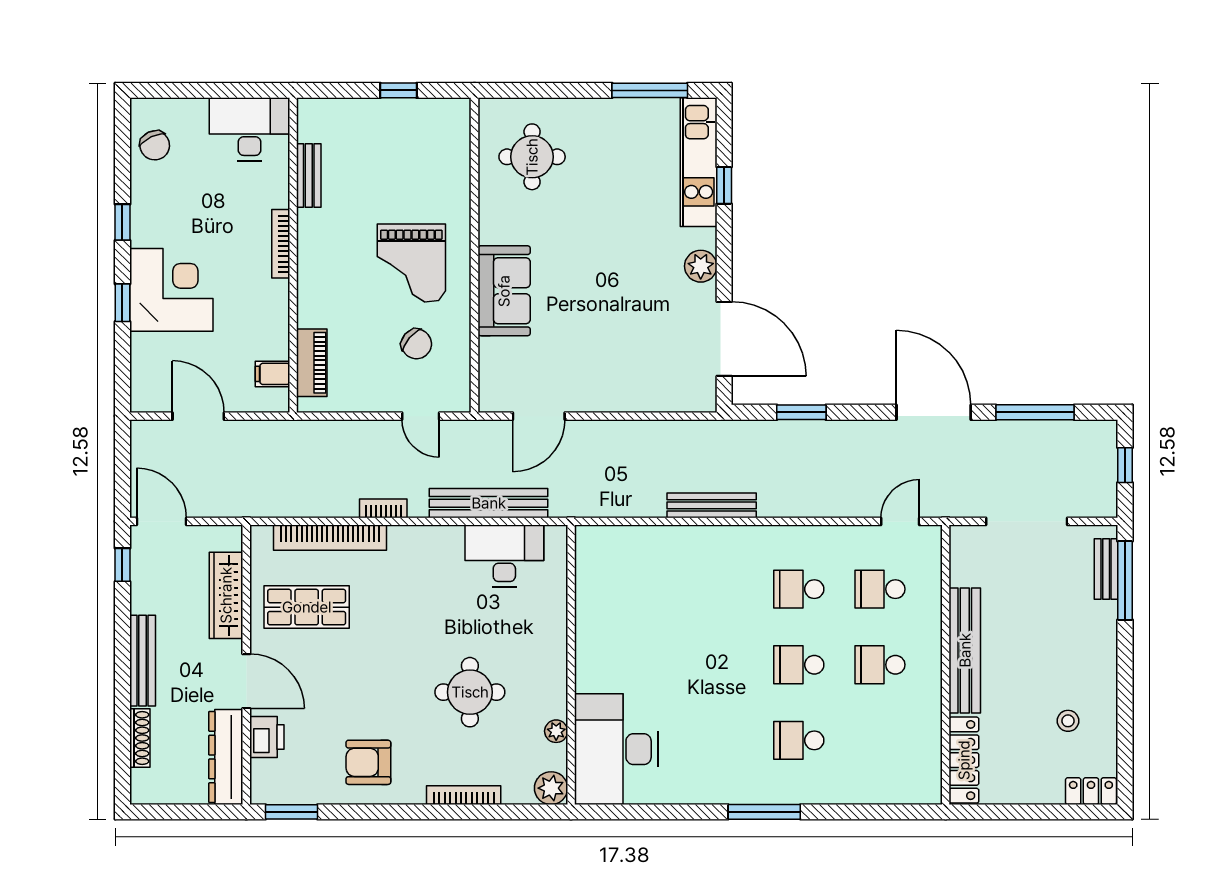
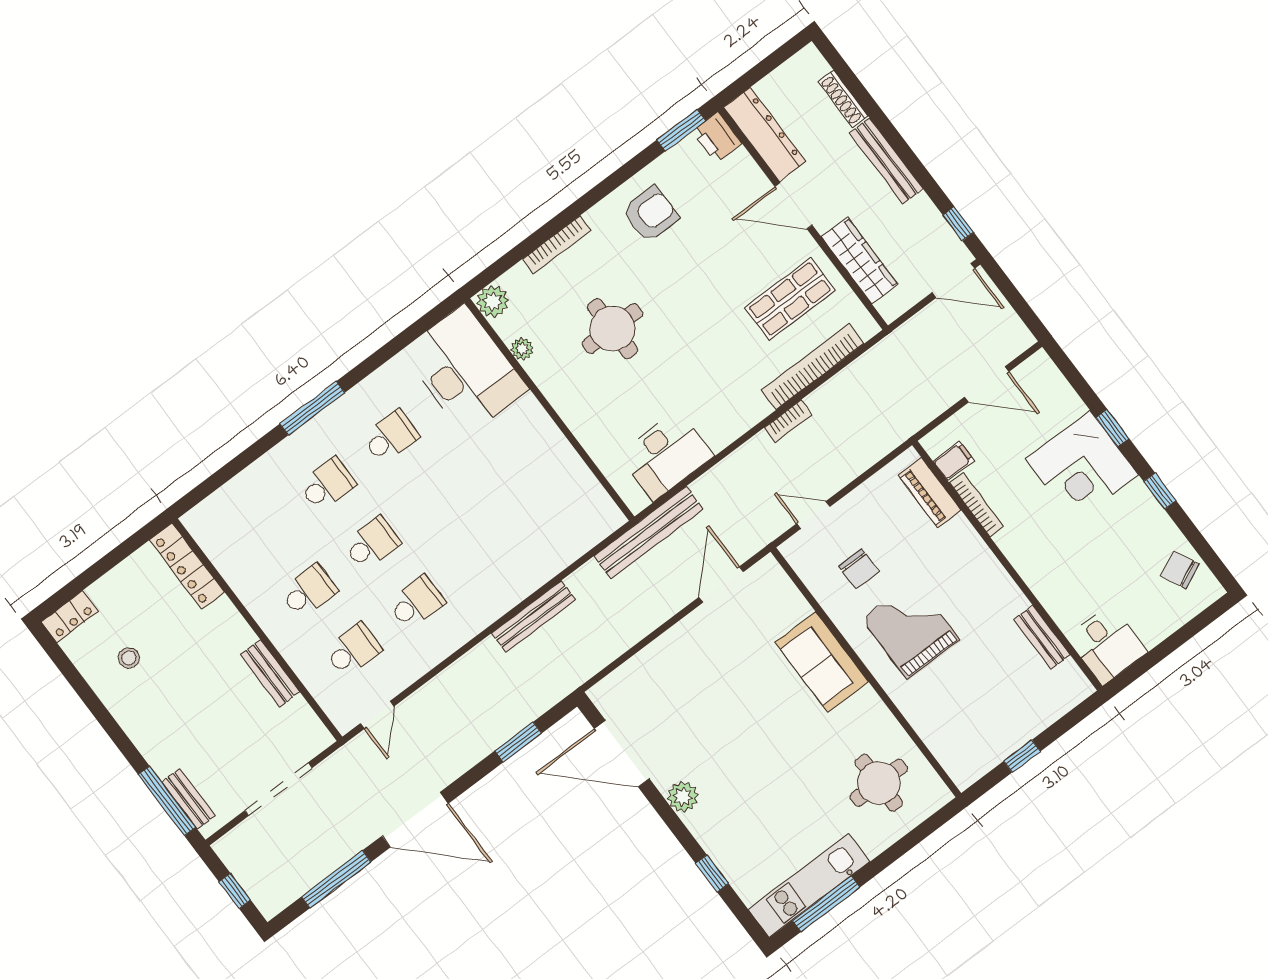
desk: (250, 129) -> (1107, 645), width x0.73
kitchen unit: (699, 162) -> (809, 885), moved, turned -90
bookcase: (281, 244) -> (976, 504), moved
chair: (416, 344) -> (859, 569), turned -131
bench: (489, 503) -> (649, 533), moved
bench: (965, 650) -> (270, 673), width x0.54, depth x0.82
printer: (267, 737) -> (717, 138), moved
school desk: (718, 740) -> (391, 437), added

